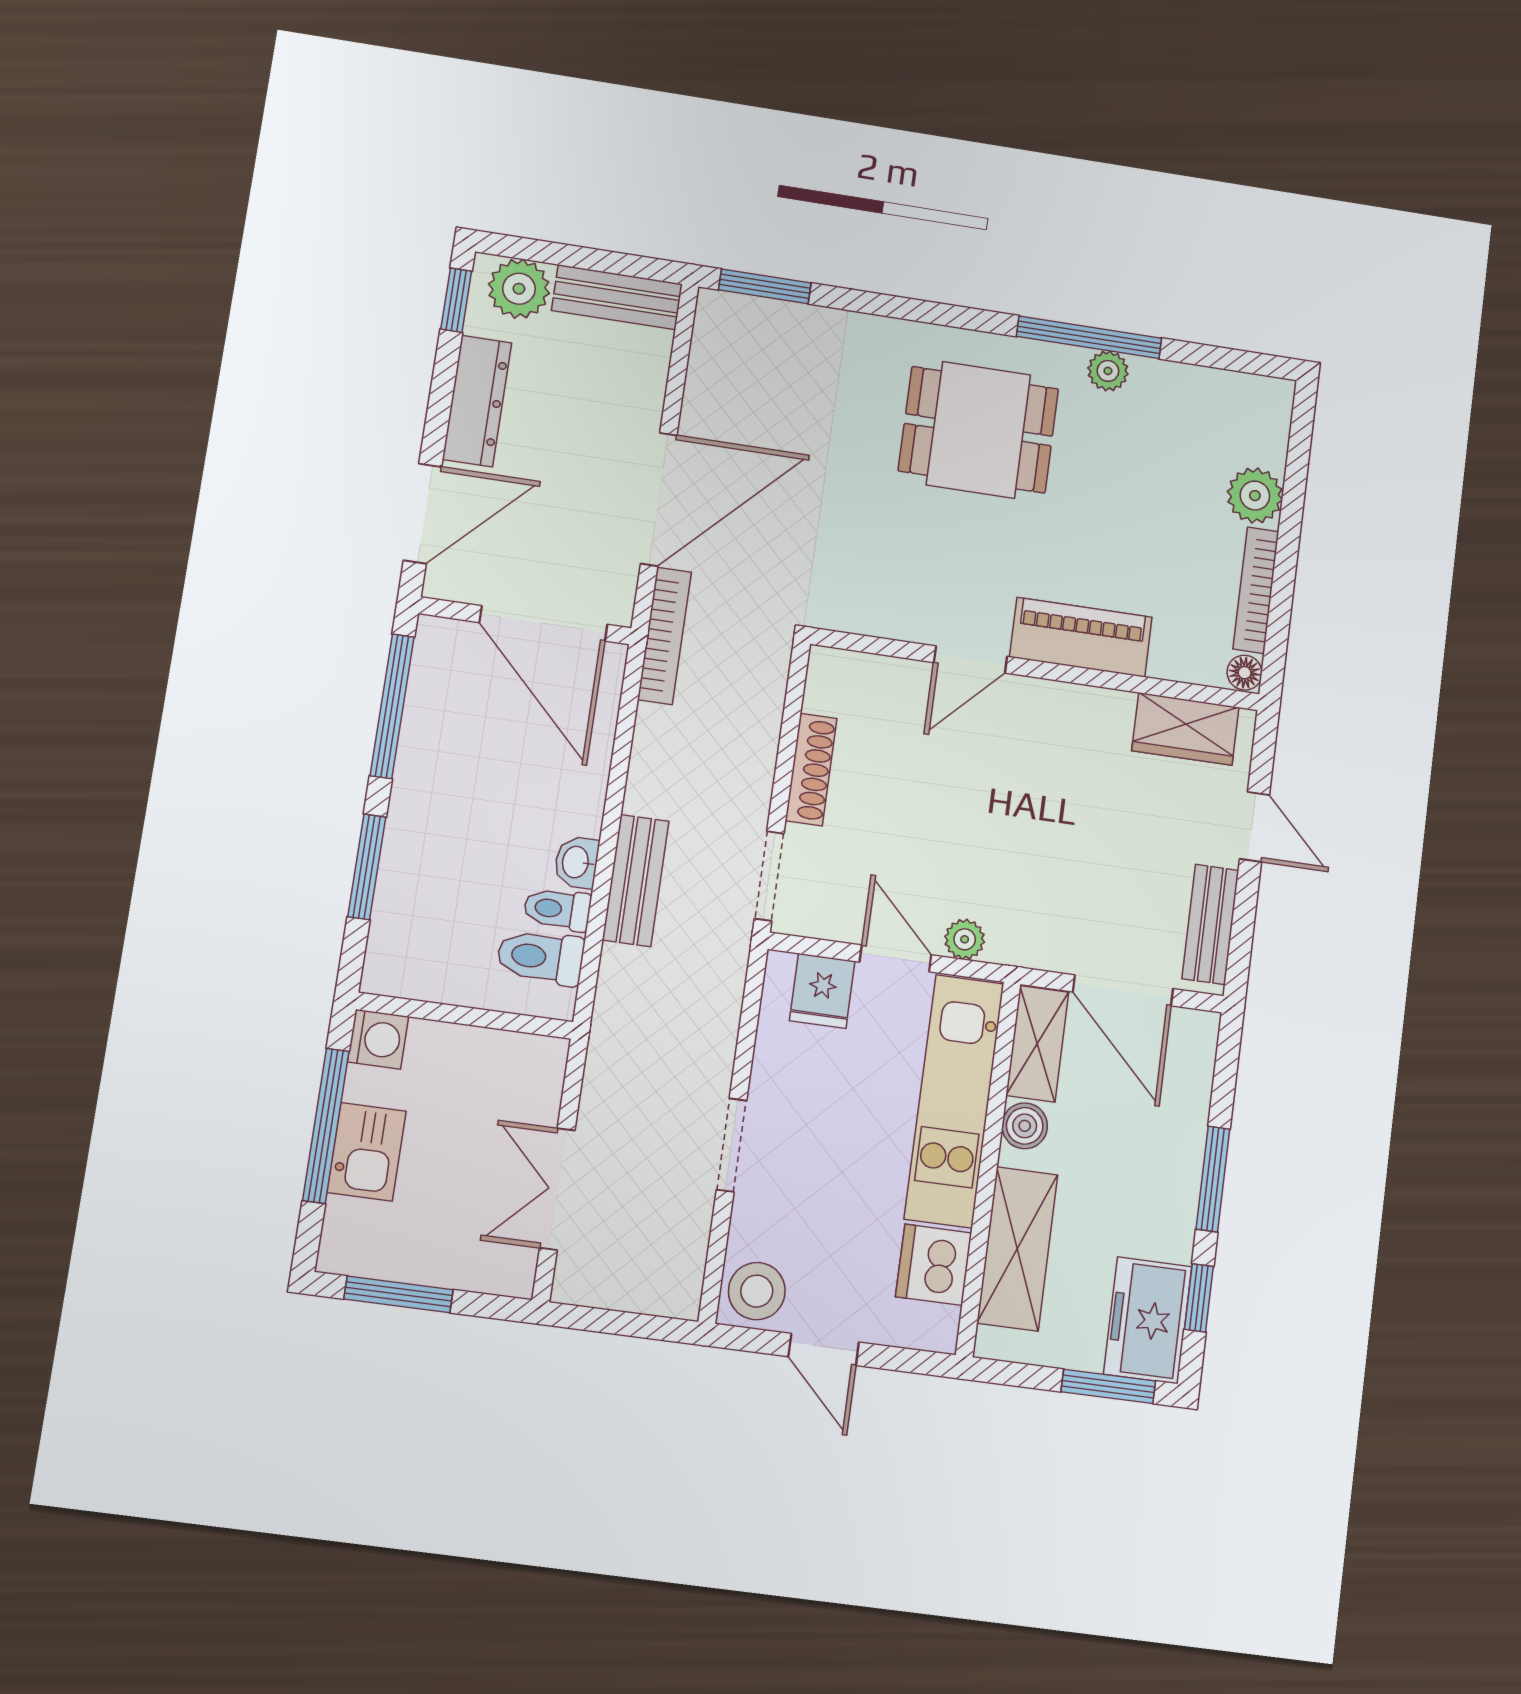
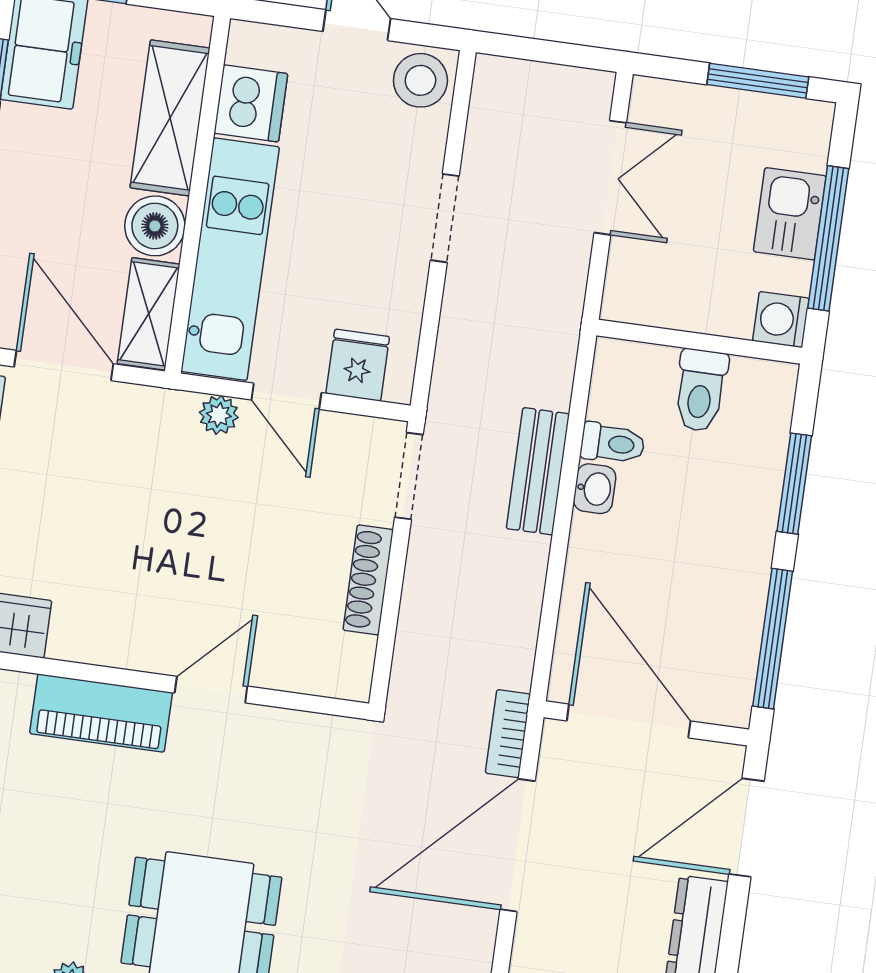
bookcase: (665, 636) -> (508, 734), width x0.64
toilet: (540, 957) -> (701, 390), moved, turned 90
boiler: (1025, 1126) -> (155, 226), width x1.36, depth x1.36

